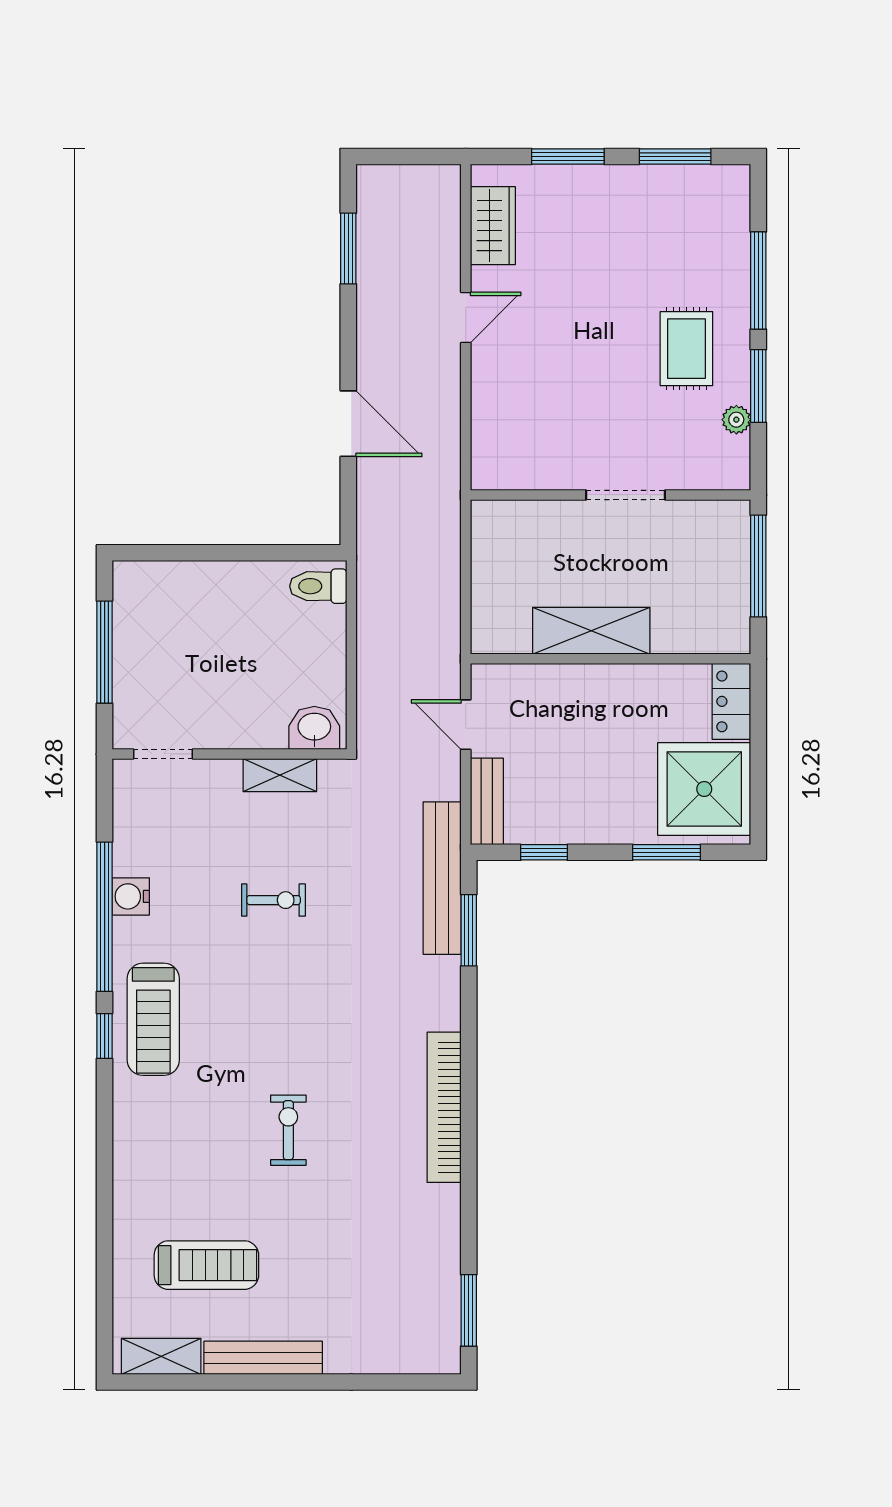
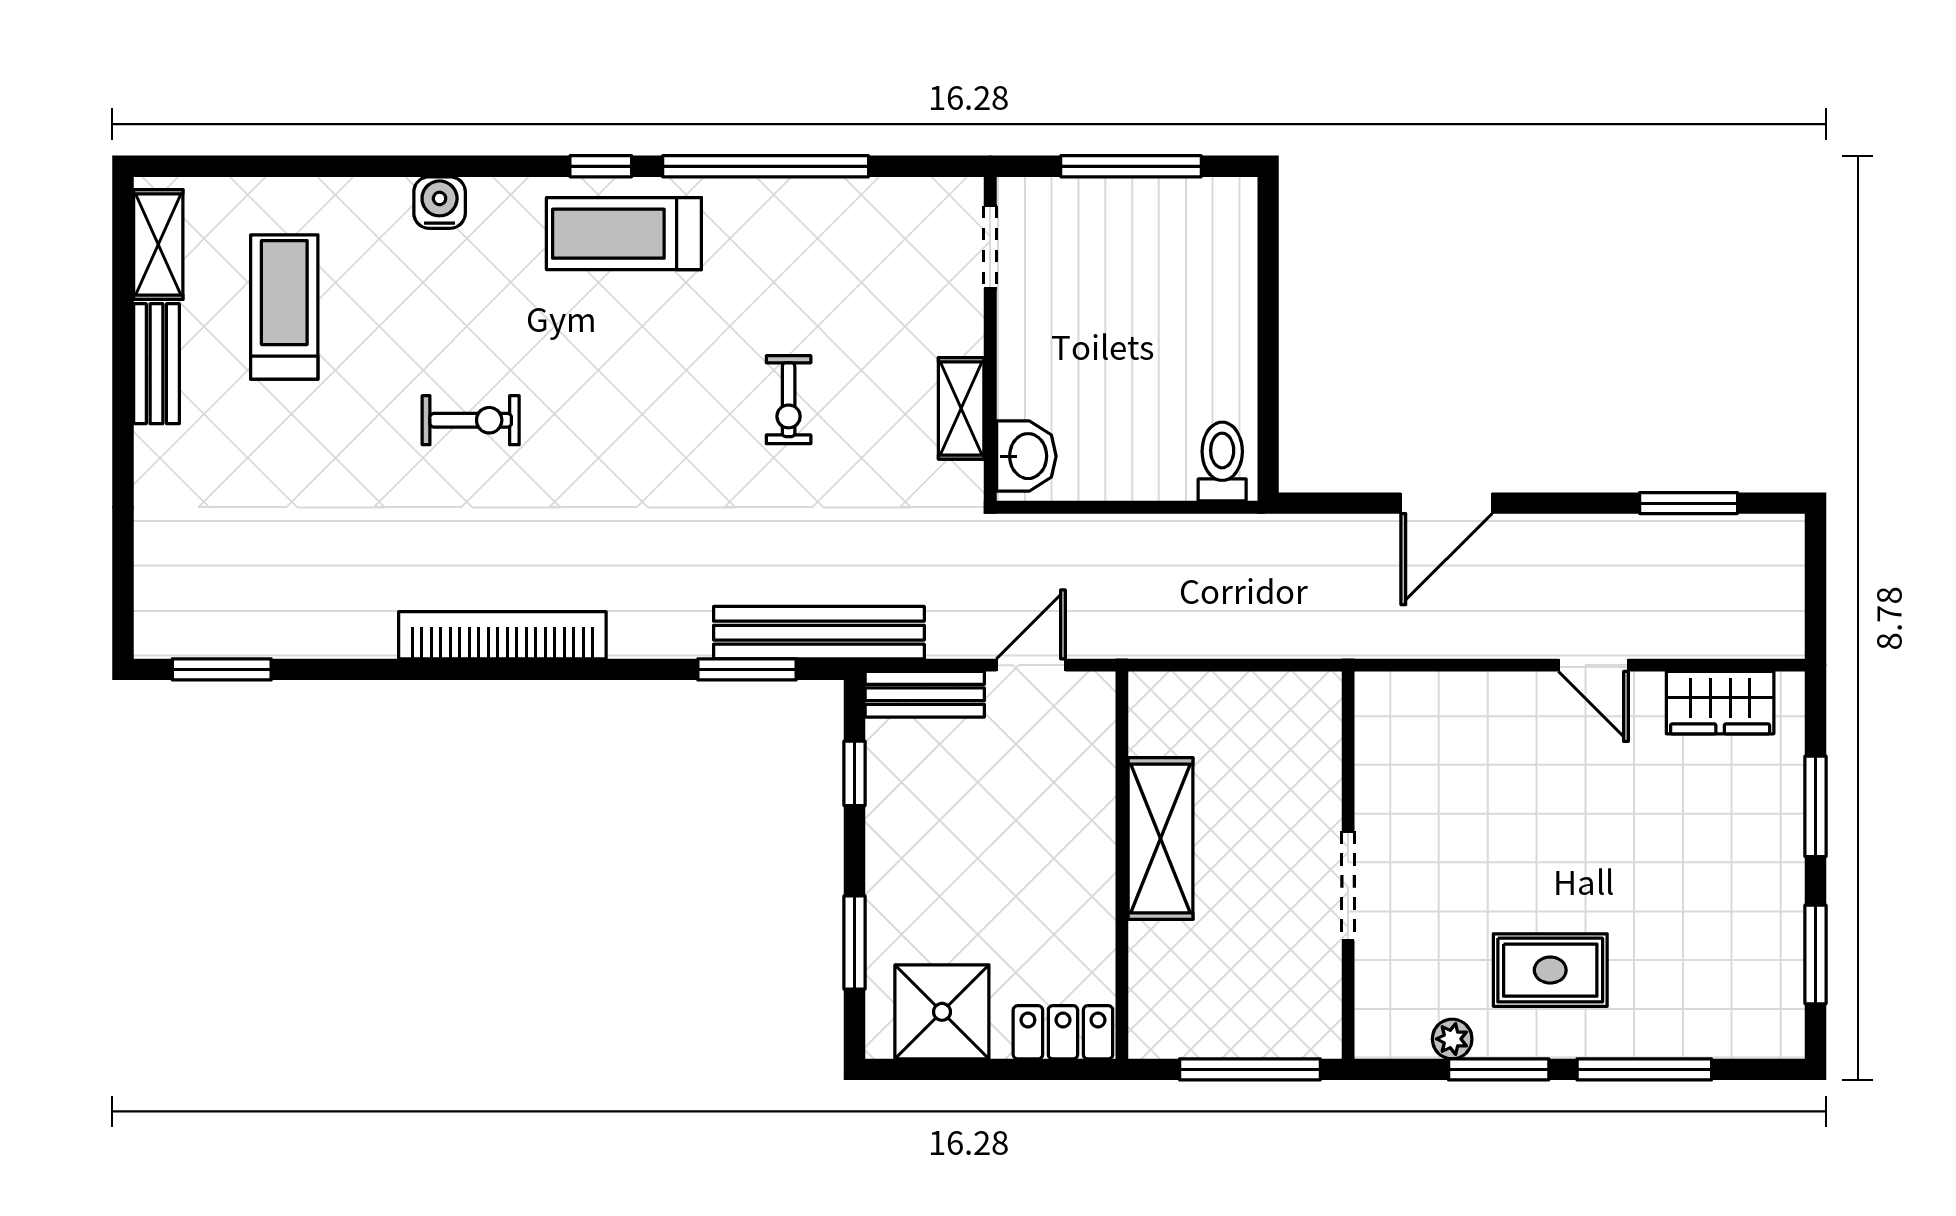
shower: (704, 789) -> (942, 1012), width x0.73, depth x0.73
water cooler: (131, 896) -> (440, 203), moved
treadmill: (206, 1265) -> (284, 307), turned 180
bench: (263, 1358) -> (156, 364), width x0.73

